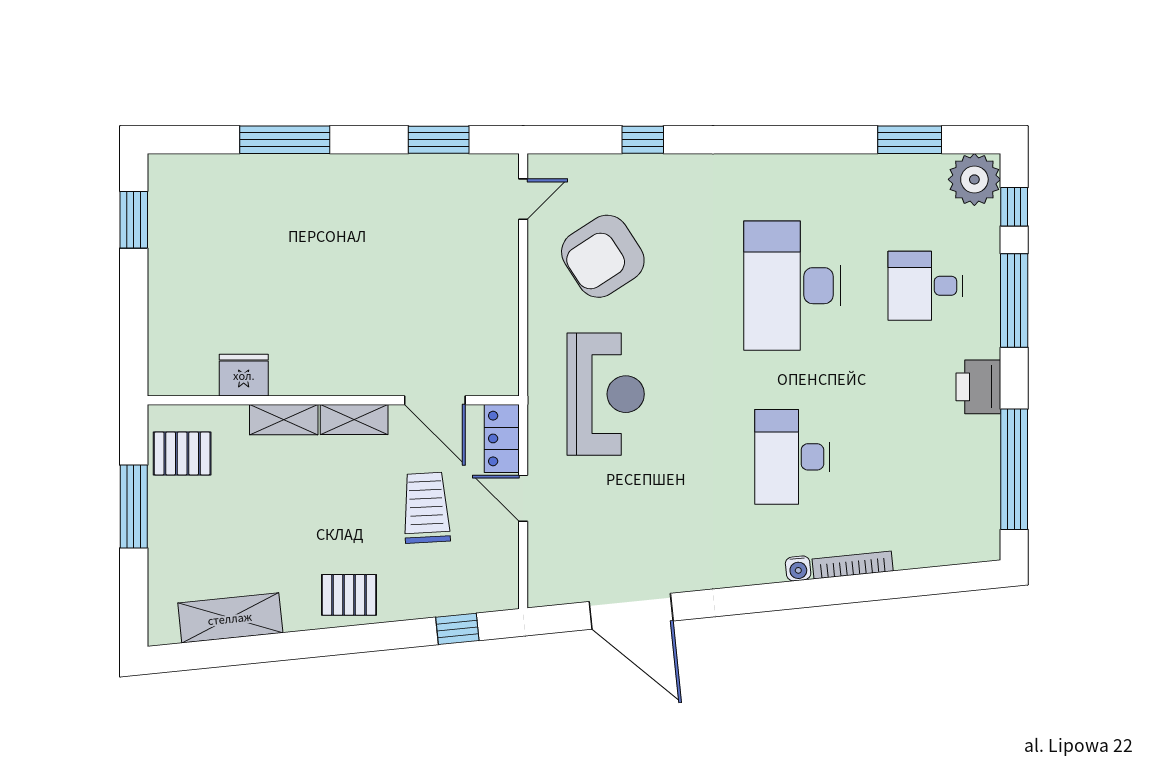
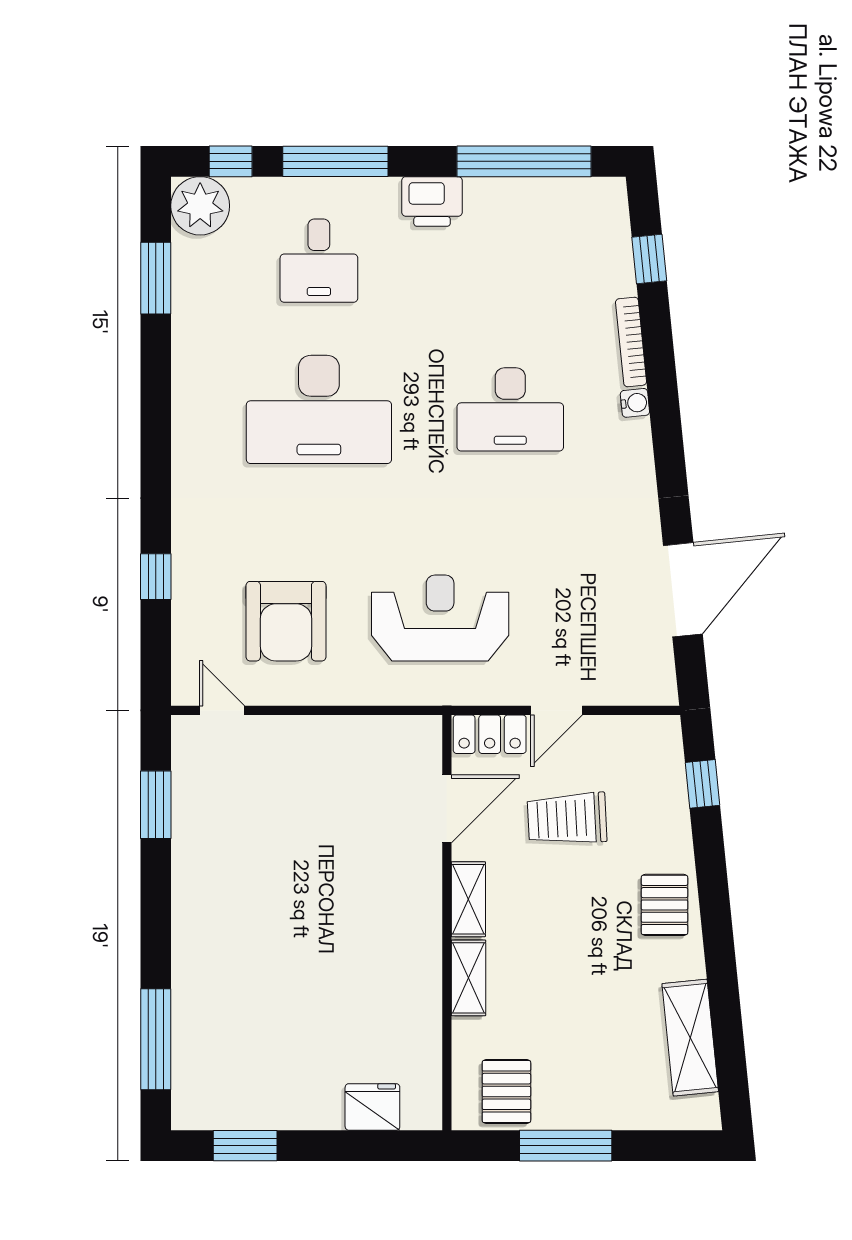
window: (285, 140) -> (156, 1039), moved
armchair: (603, 256) -> (286, 621), turned 33
fridge: (244, 375) -> (372, 1107), moved, turned 90
window: (927, 581) -> (649, 259), added

